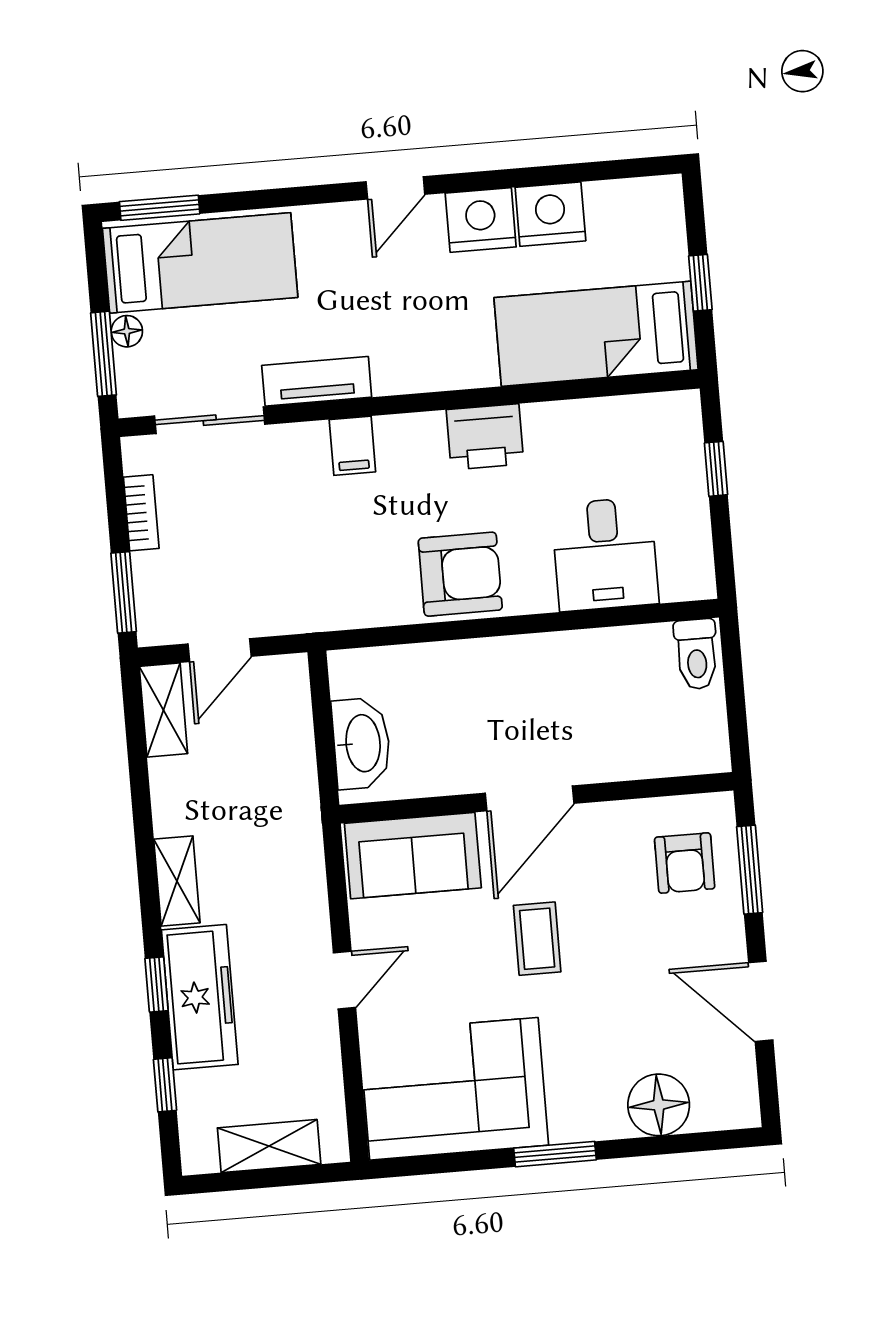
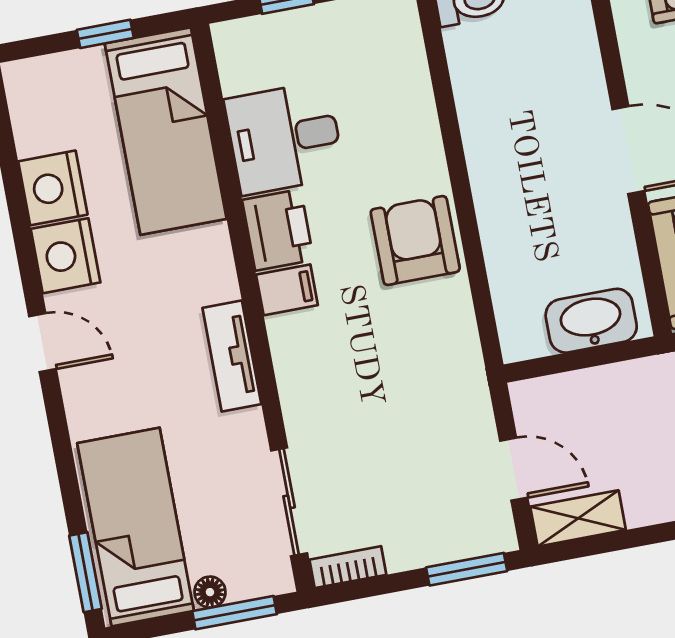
tv unit: (317, 381) -> (232, 356), moved
filing cabinet: (352, 446) -> (287, 290), moved
bookcase: (141, 513) -> (348, 567), moved
desk: (605, 554) -> (285, 138), moved, turned 180

